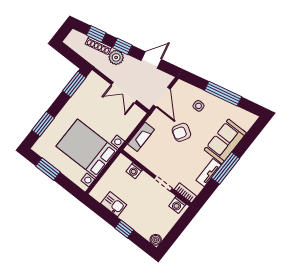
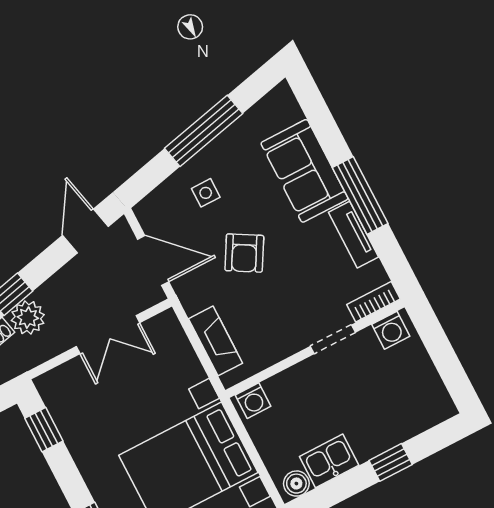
door: (151, 60) -> (85, 231), moved
window: (74, 84) -> (44, 430), width x0.67
washing machine: (134, 171) -> (253, 401), moved
boiler: (156, 240) -> (296, 484), moved

